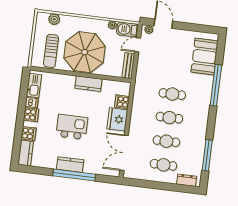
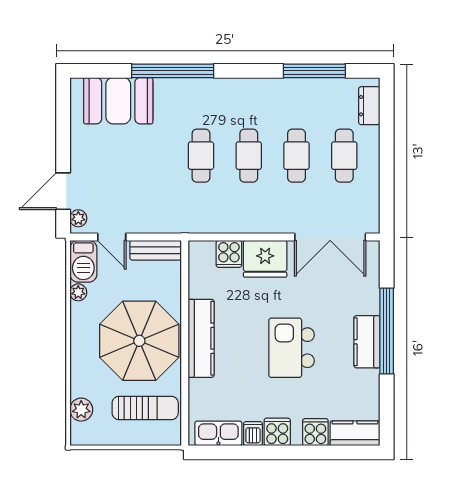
kitchen counter: (88, 84) -> (201, 338), width x1.50

